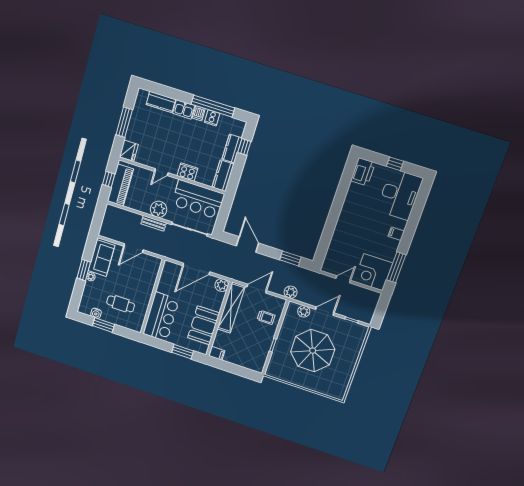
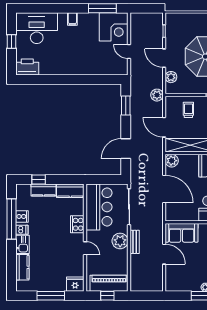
sofa: (101, 258) -> (182, 233), moved, turned 180

